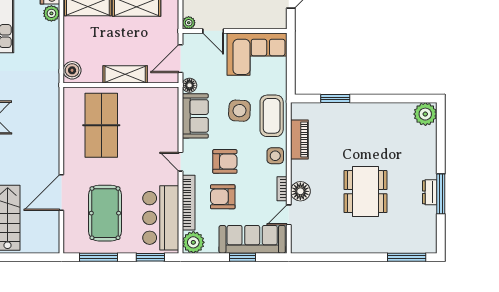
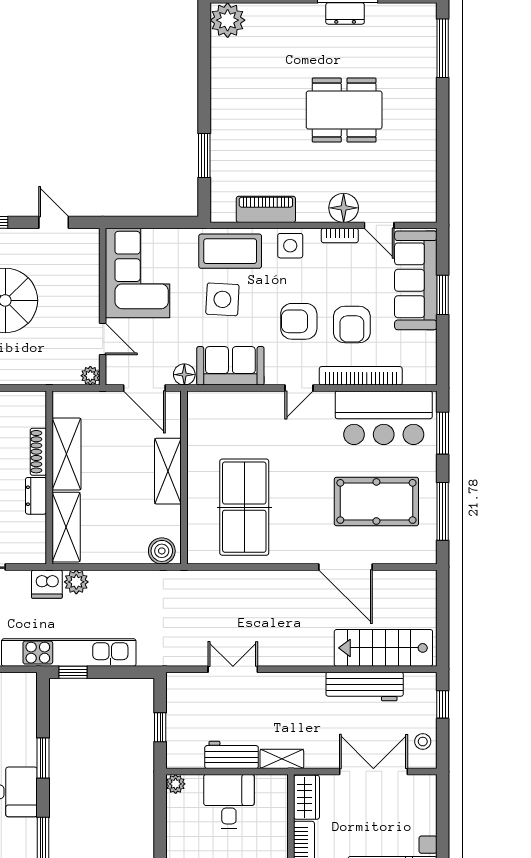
door: (213, 31) -> (103, 339), hinge flipped
table tennis table: (101, 125) -> (244, 507), turned 90
armchair: (225, 161) -> (299, 321), turned -90
plant: (193, 242) -> (420, 369), removed

